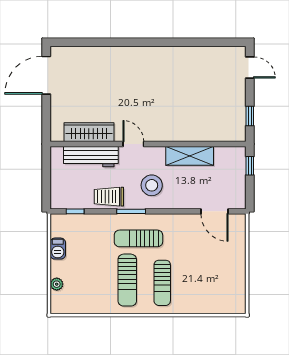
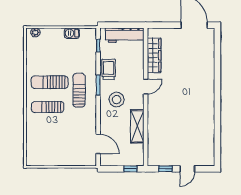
door: (250, 67) -> (187, 169), moved
workbench: (91, 157) -> (125, 35), moved, turned -90
door: (214, 211) -> (98, 144), swing flipped
plant: (57, 284) -> (35, 32), moved

